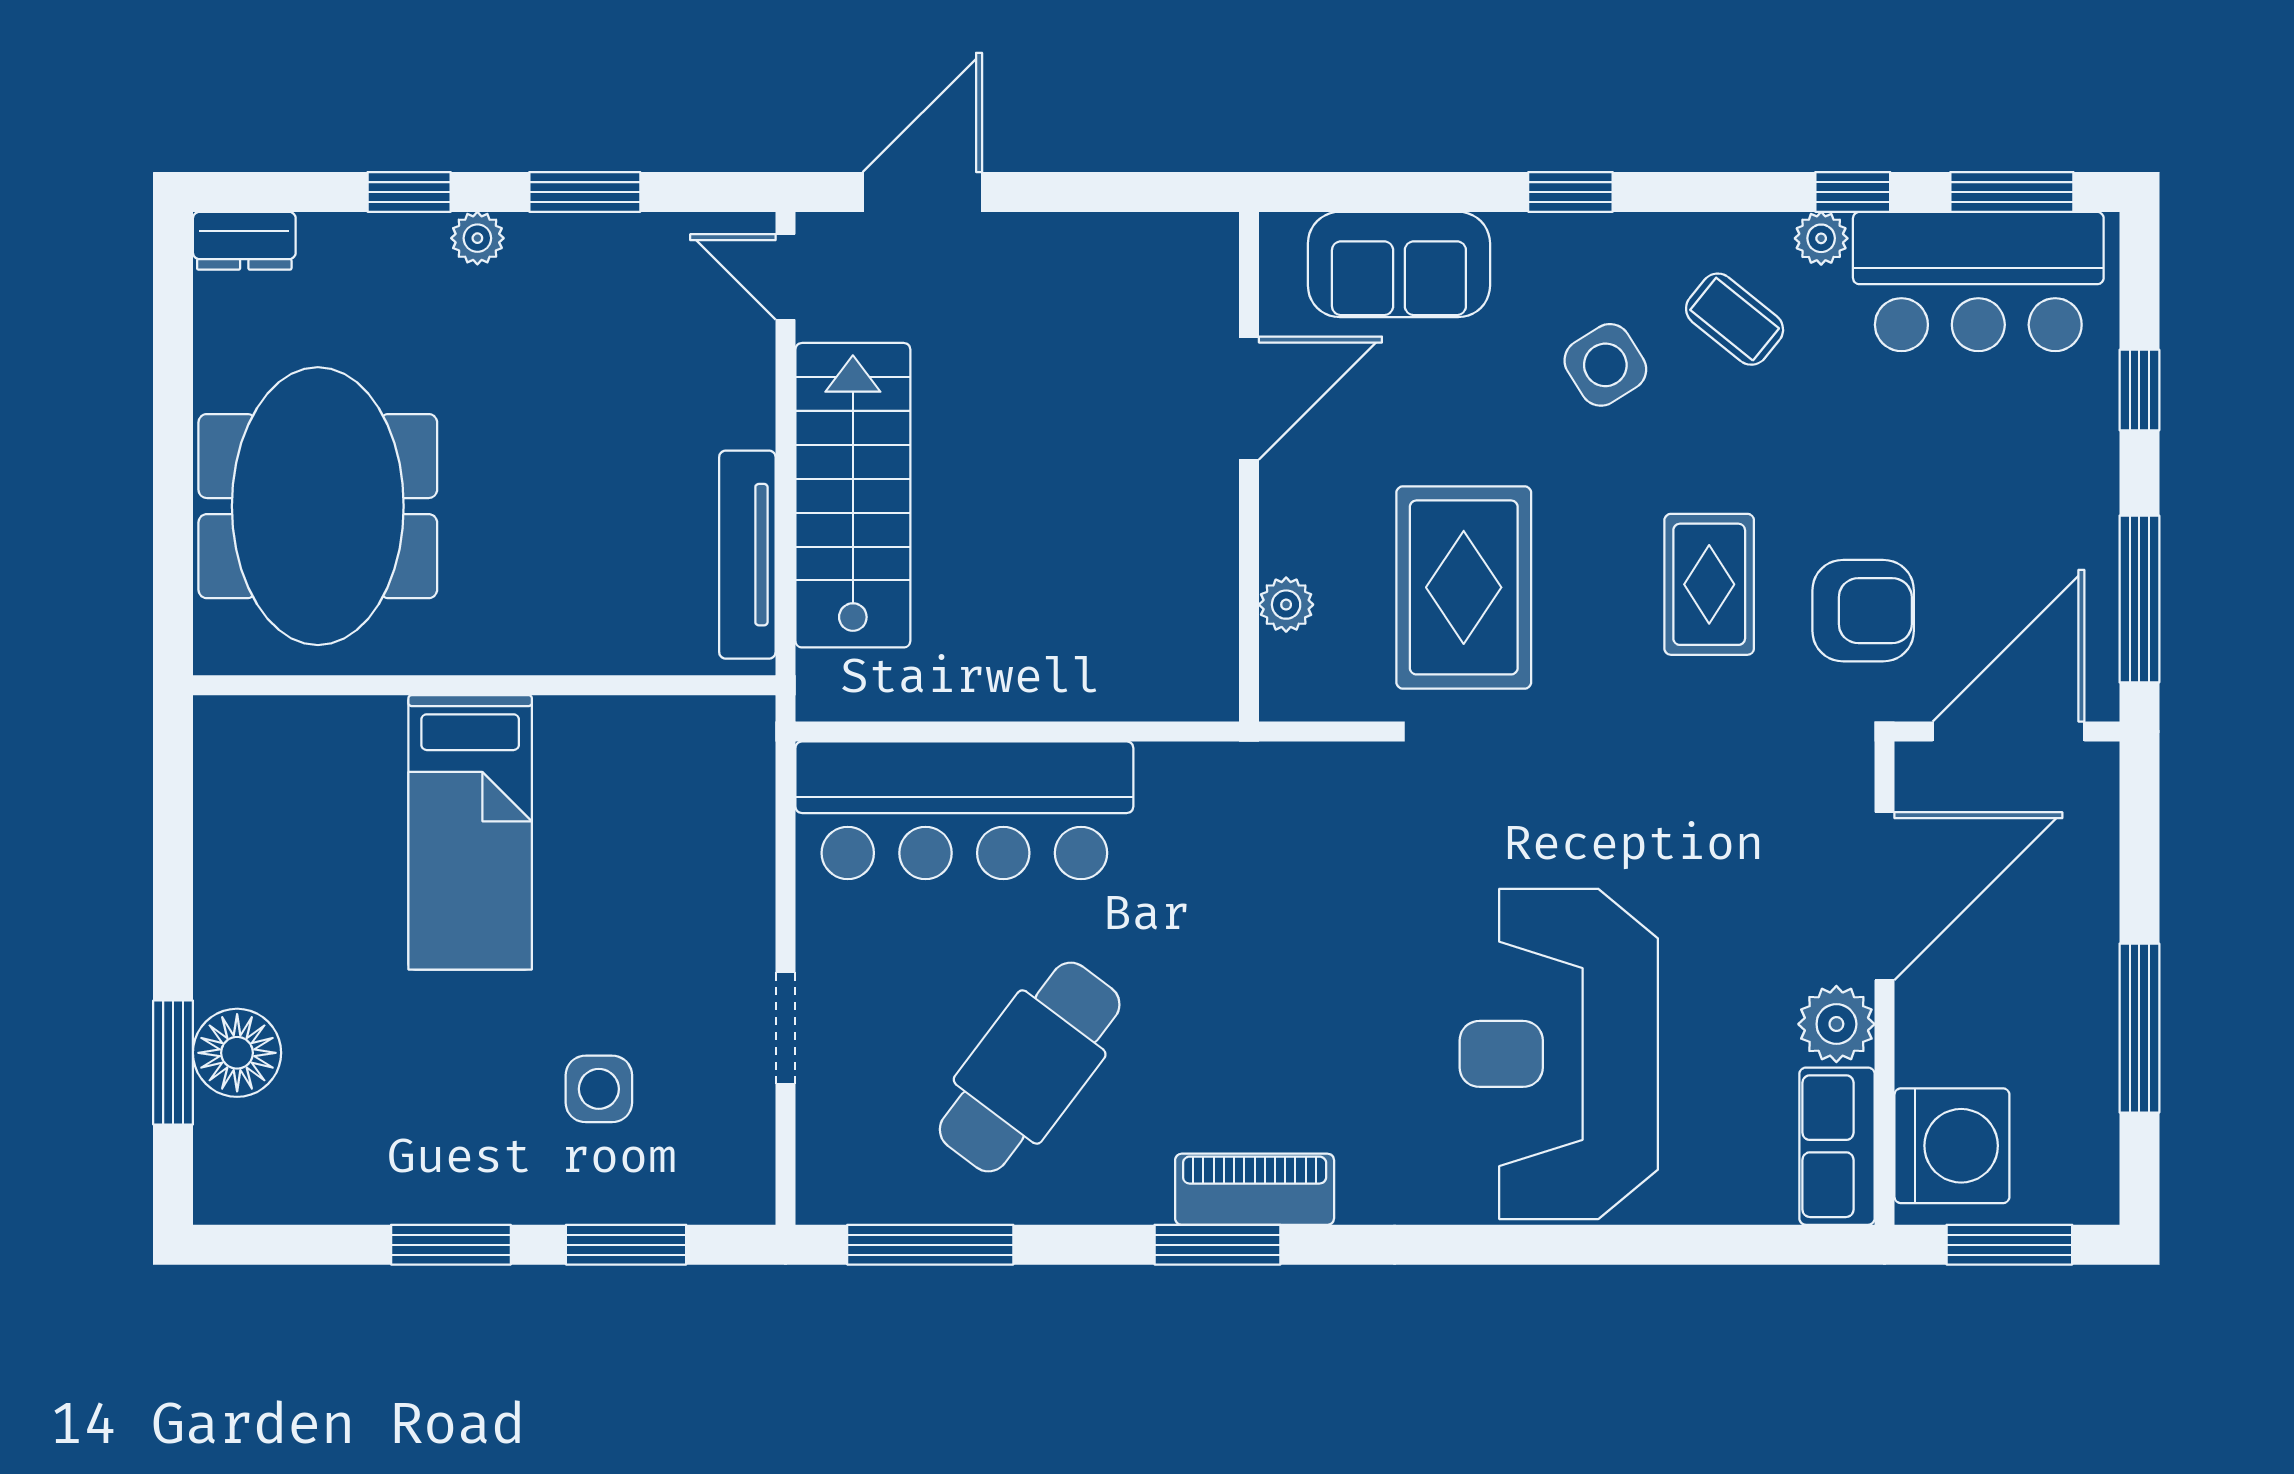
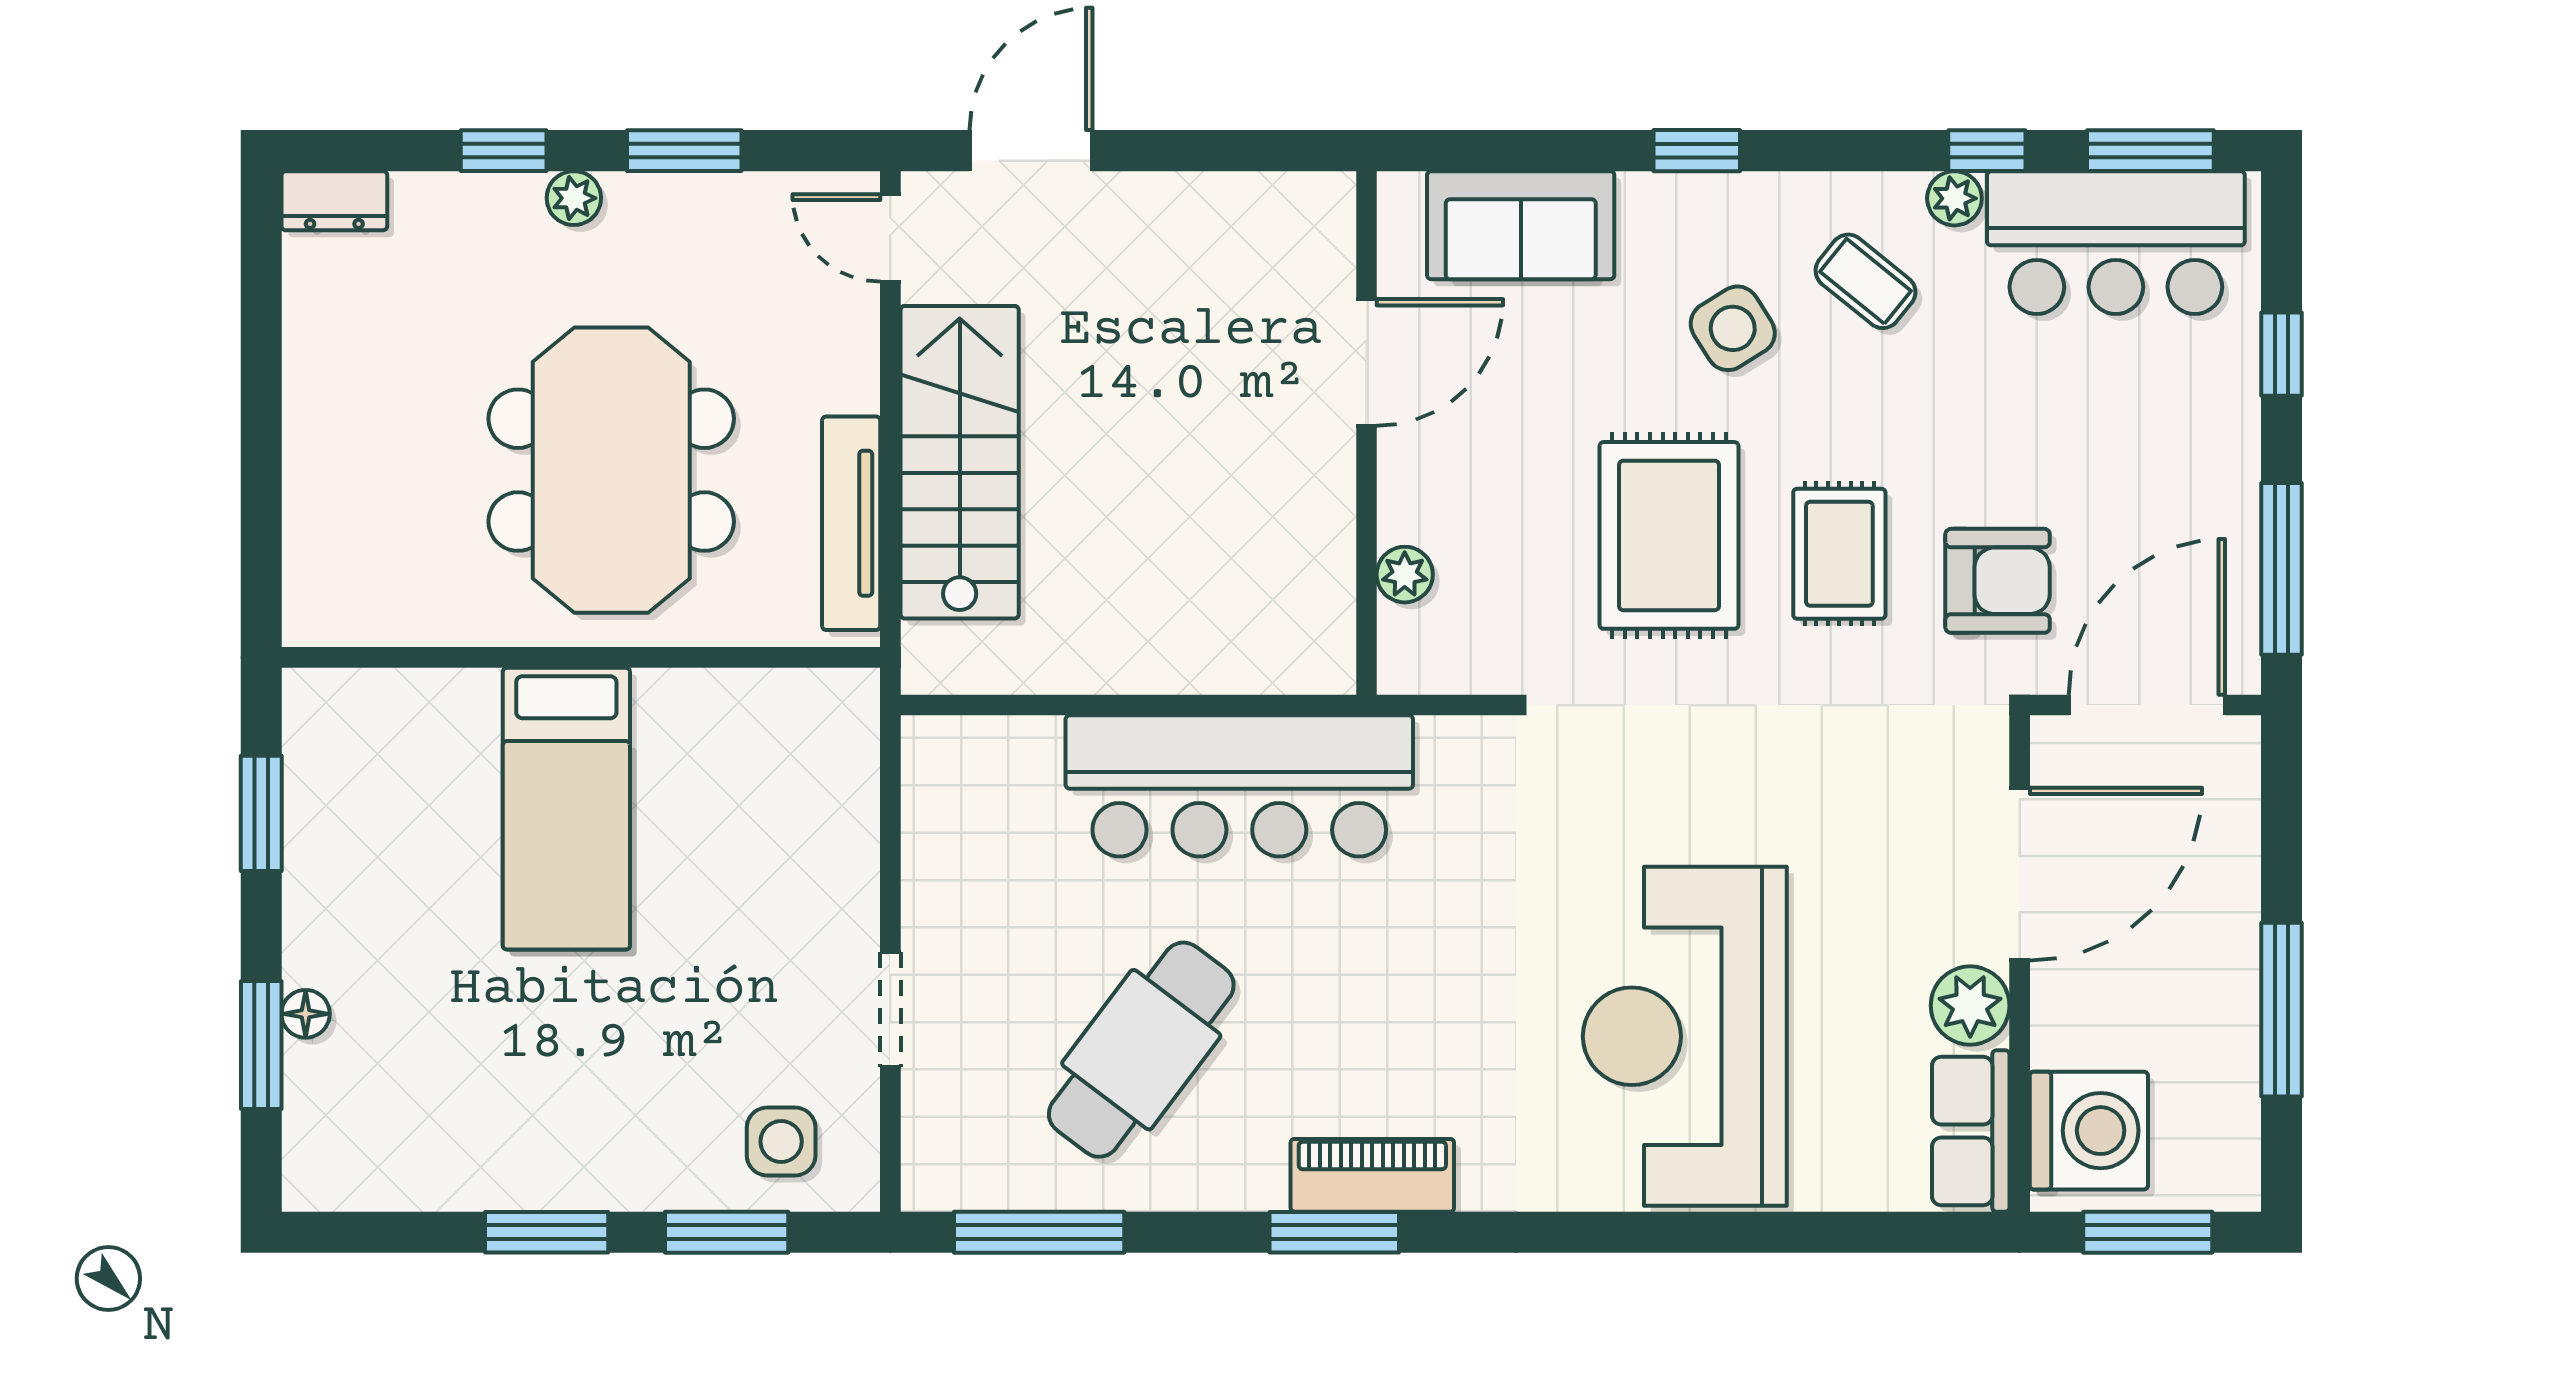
meeting table: (318, 506) -> (611, 470), moved
rug: (1464, 587) -> (1669, 535), moved
bar counter: (964, 810) -> (1239, 786), moved
window: (173, 837) -> (261, 813), added
floor lamp: (237, 1053) -> (306, 1014), width x0.53, depth x0.53
side table: (599, 1089) -> (781, 1141), moved

